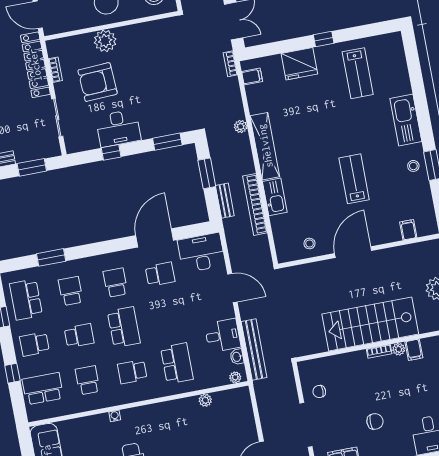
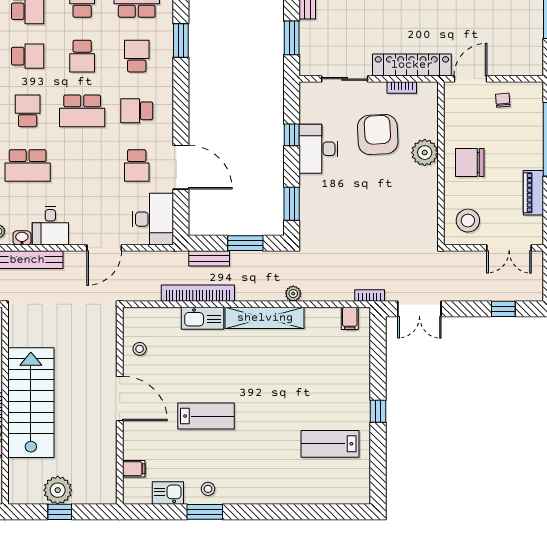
fridge: (299, 64) -> (354, 377), removed
kitchen sink: (406, 120) -> (168, 493), moved, width x0.53, depth x0.81
school desk: (115, 283) -> (137, 111), turned 180
school desk: (71, 291) -> (137, 56), turned -90

